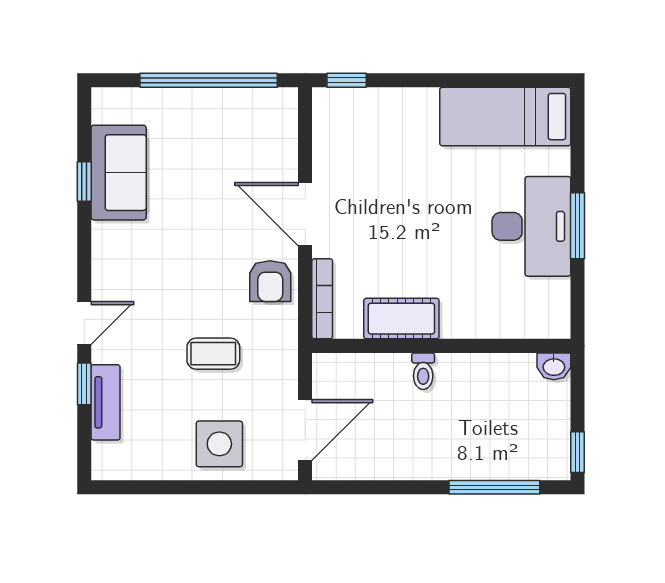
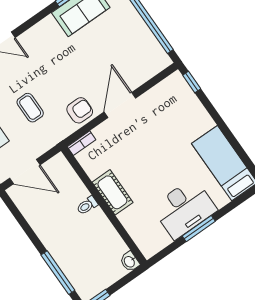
armchair: (270, 281) -> (80, 110), turned 180
bookcase: (322, 299) -> (82, 143), width x0.64
cot: (401, 319) -> (112, 192), moved

